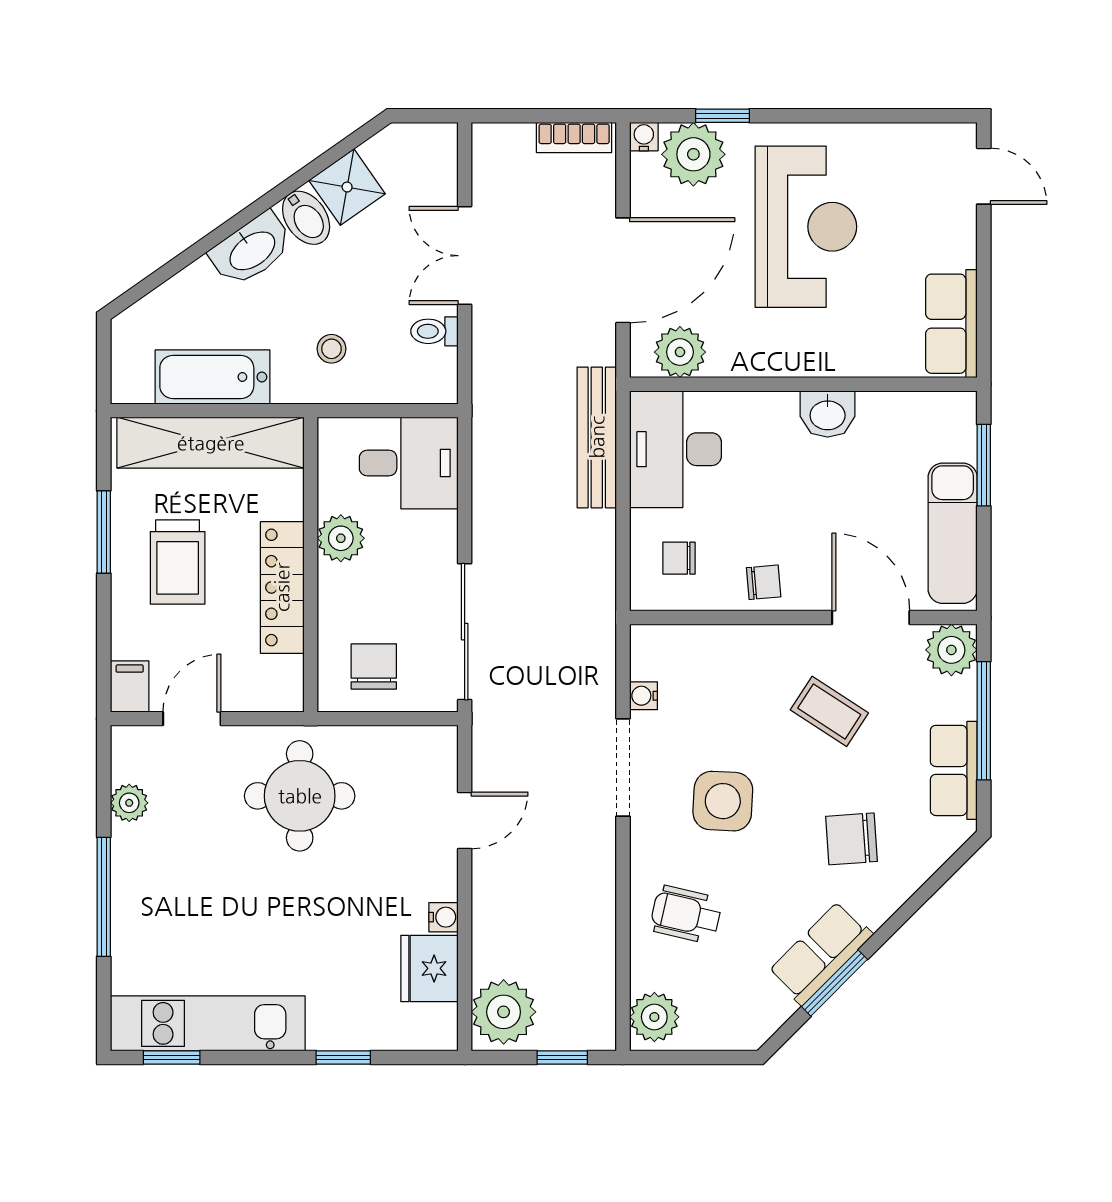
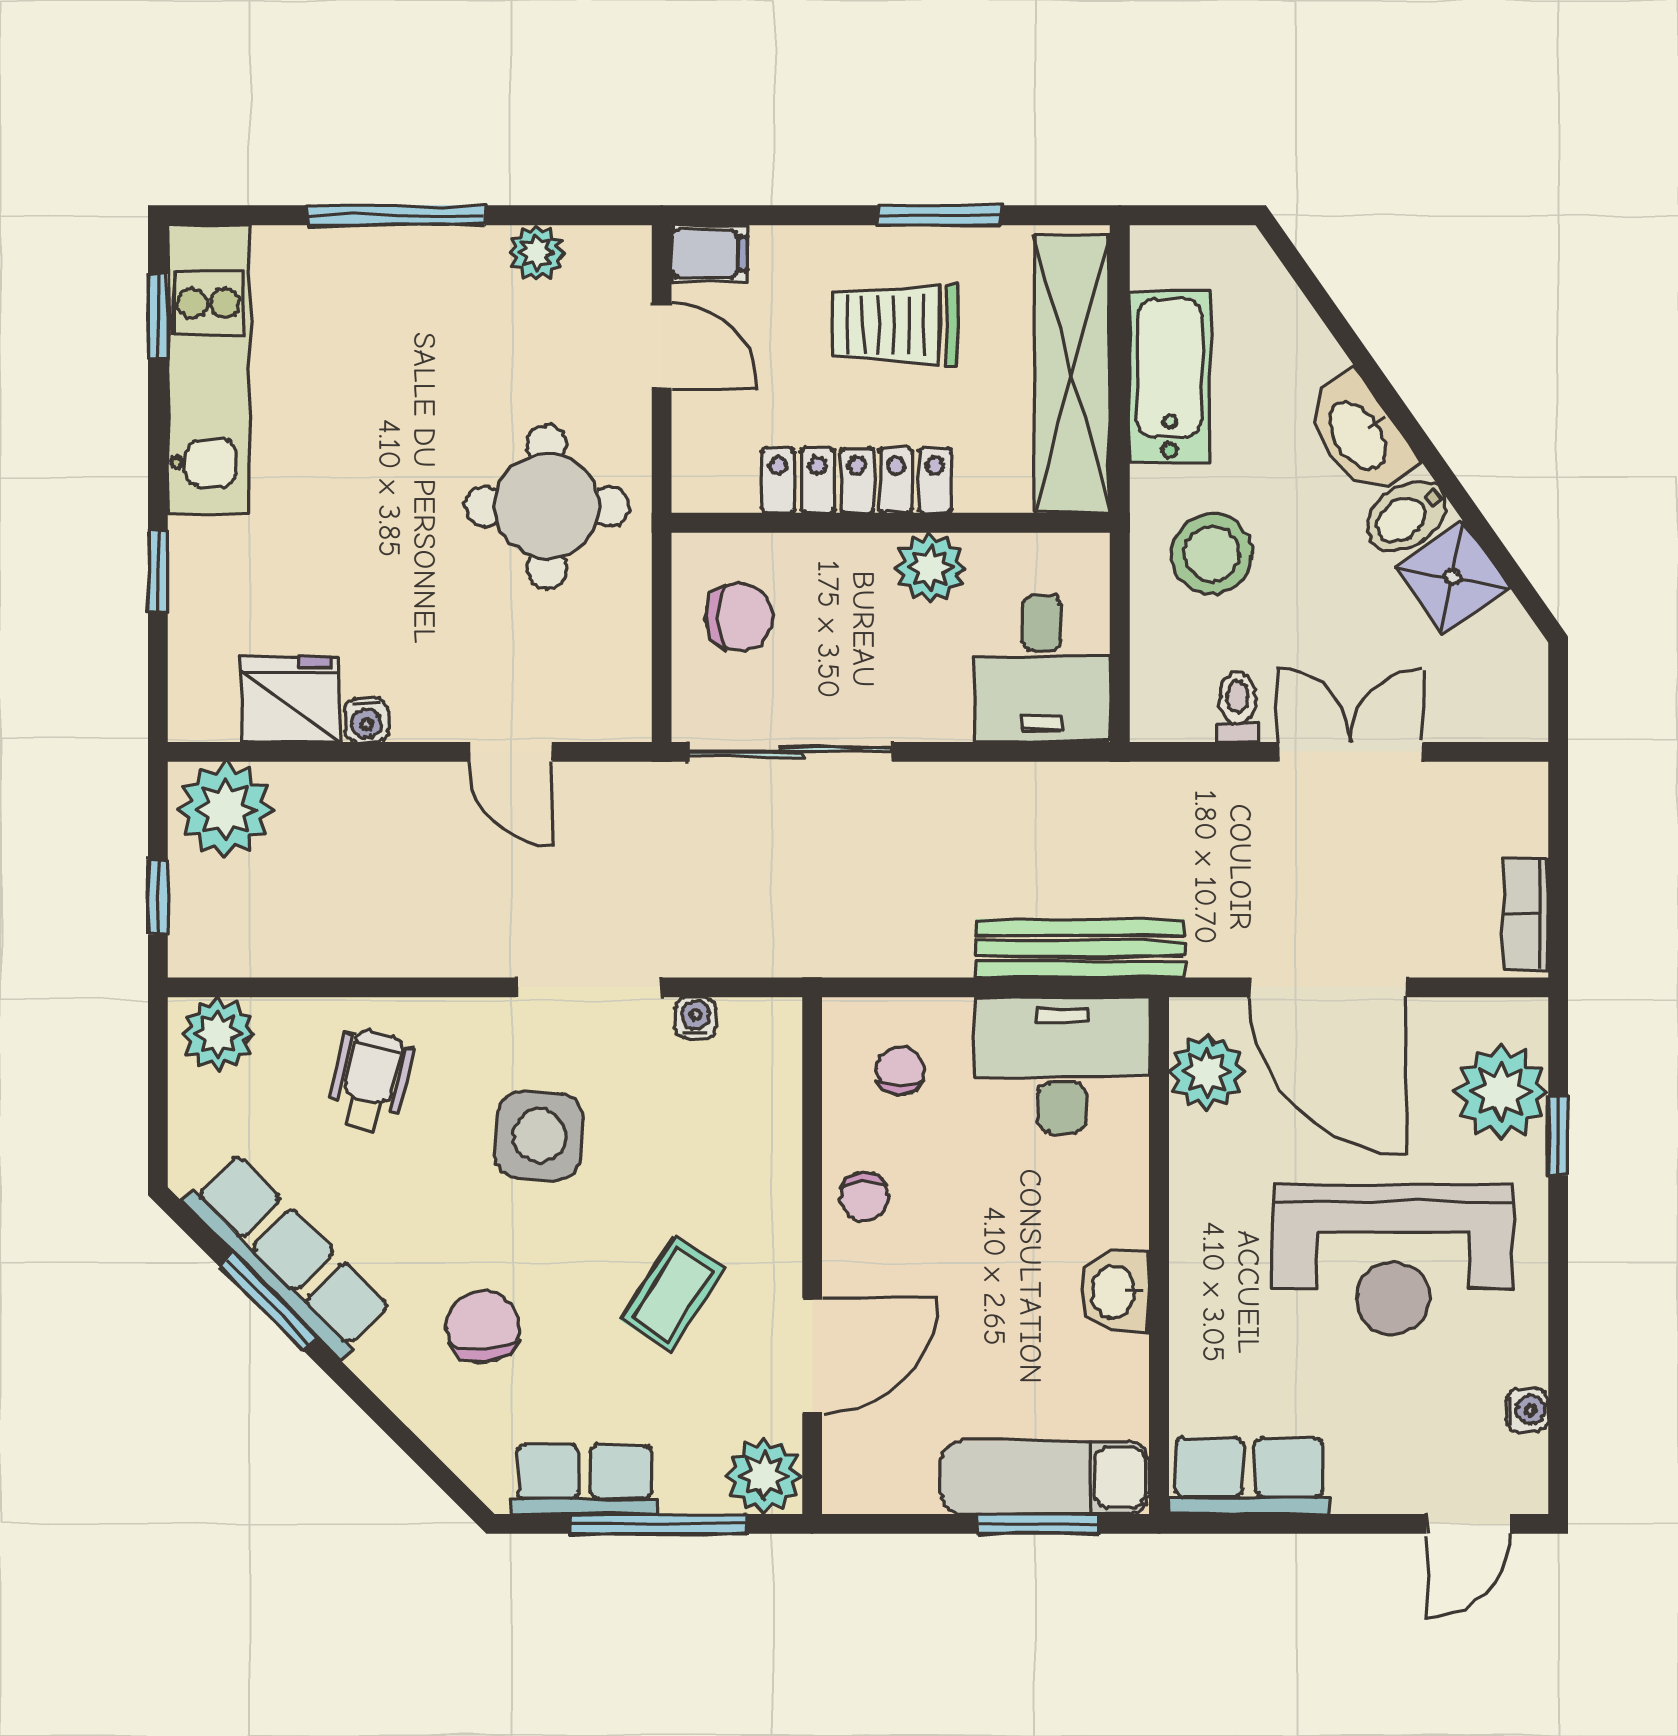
water cooler: (644, 137) -> (1527, 1410), moved
stool: (331, 349) -> (1212, 554), width x1.89, depth x1.89
exam couch: (953, 533) -> (1045, 1478), moved
row of seats: (820, 953) -> (287, 1255), width x1.48

